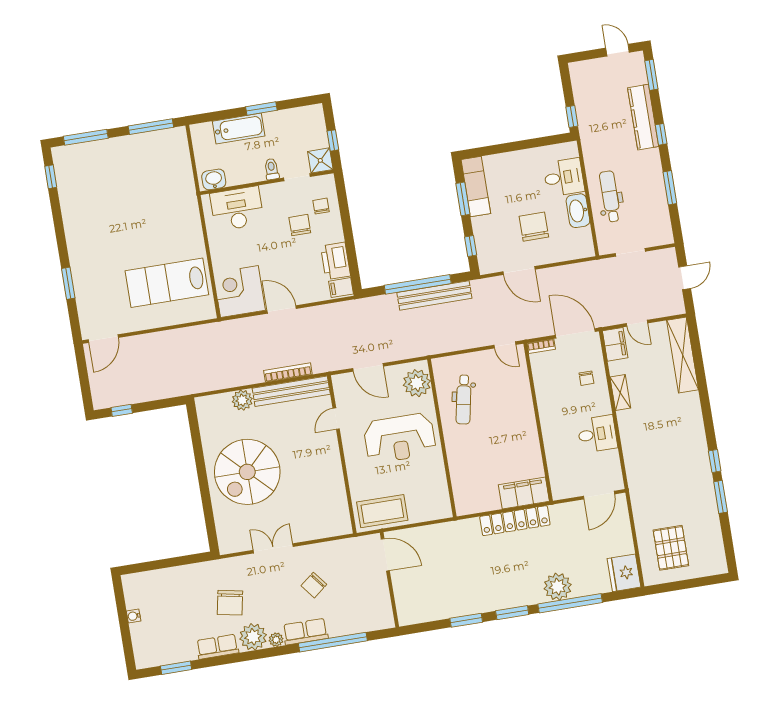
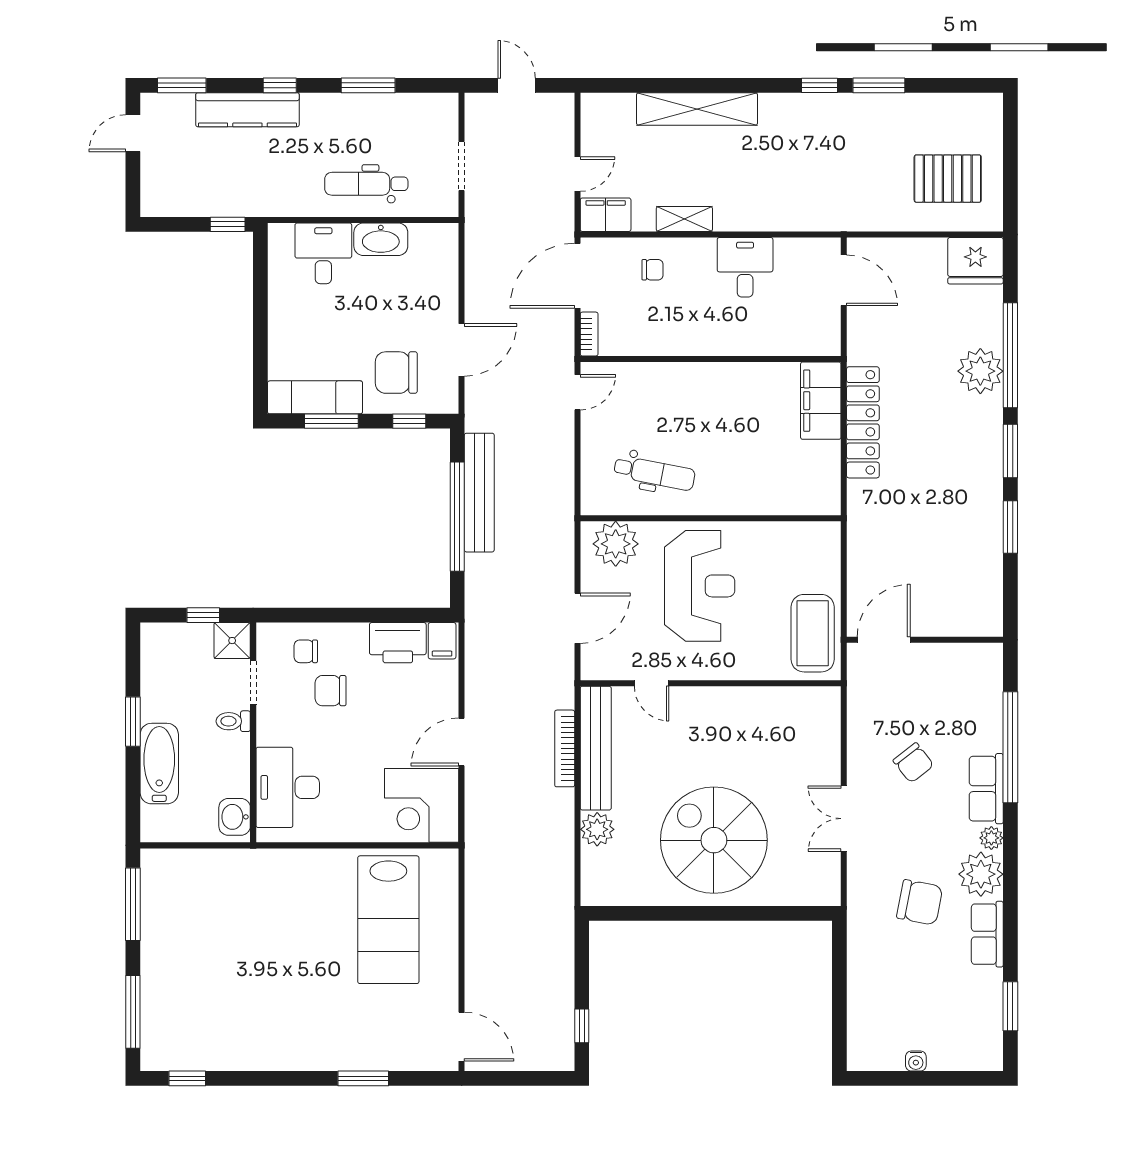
chair: (534, 227) -> (396, 373), moved
shelving: (683, 355) -> (697, 109), moved
spiral stairs: (247, 472) -> (714, 840), turned 180

